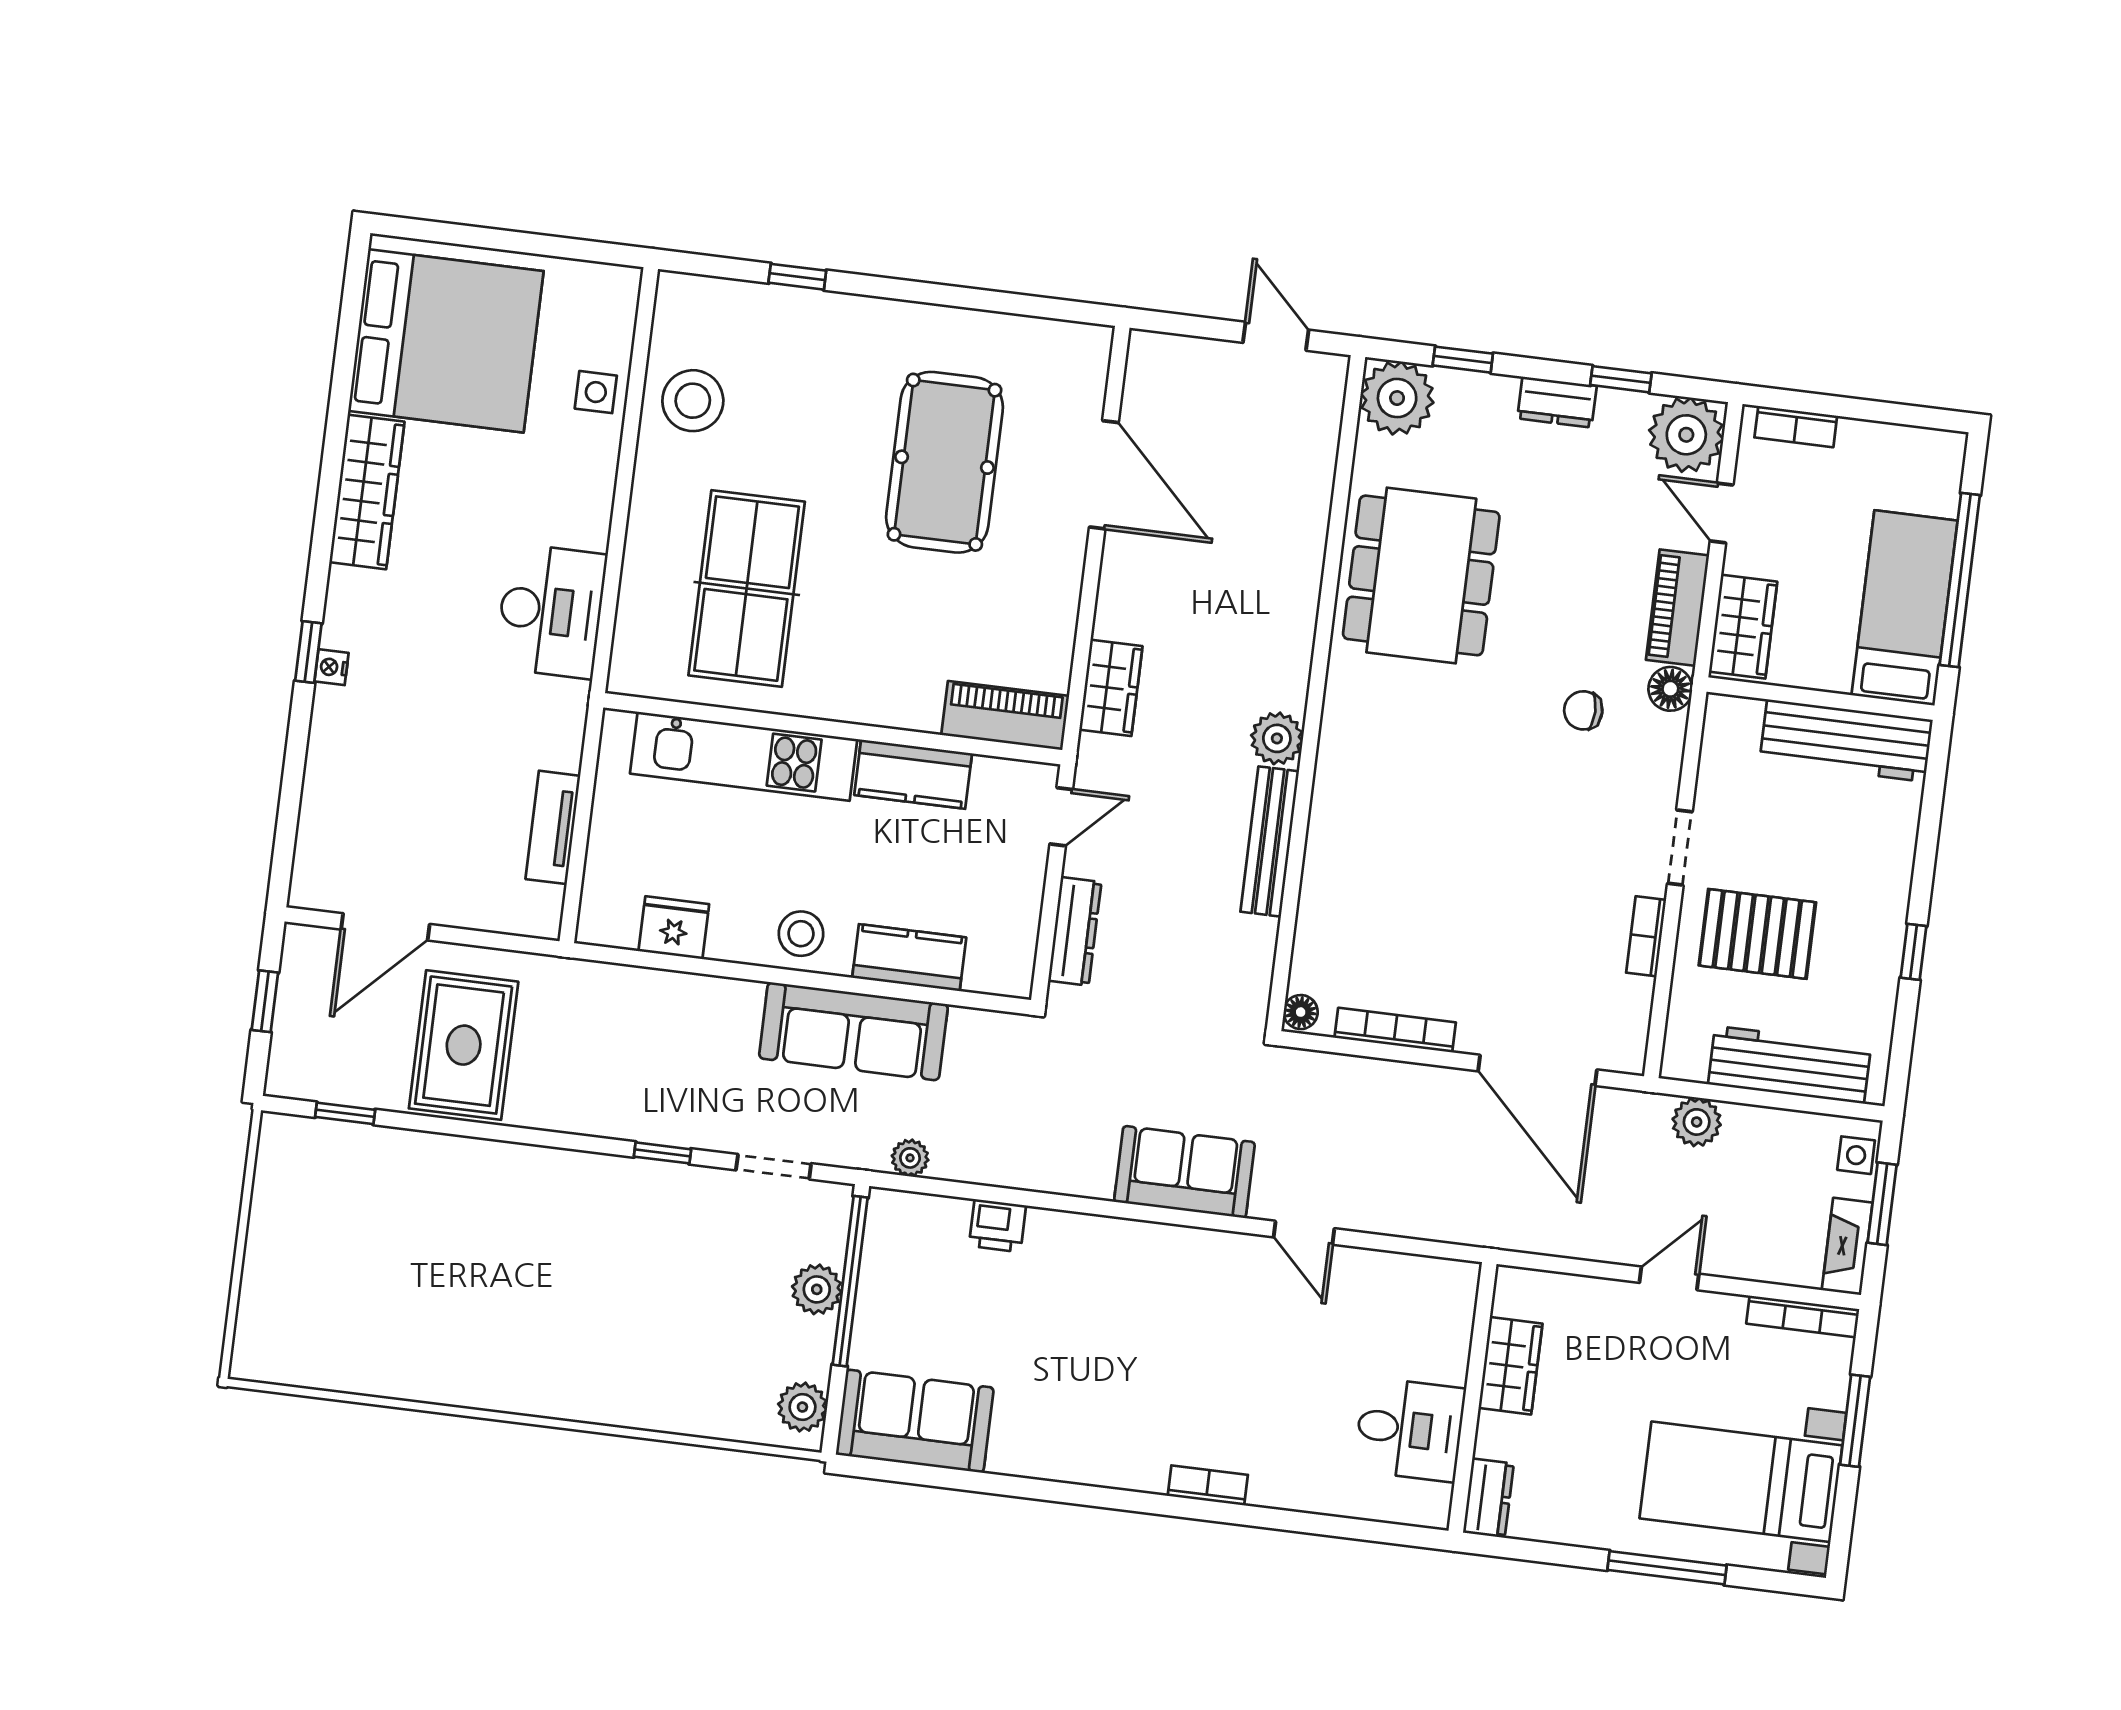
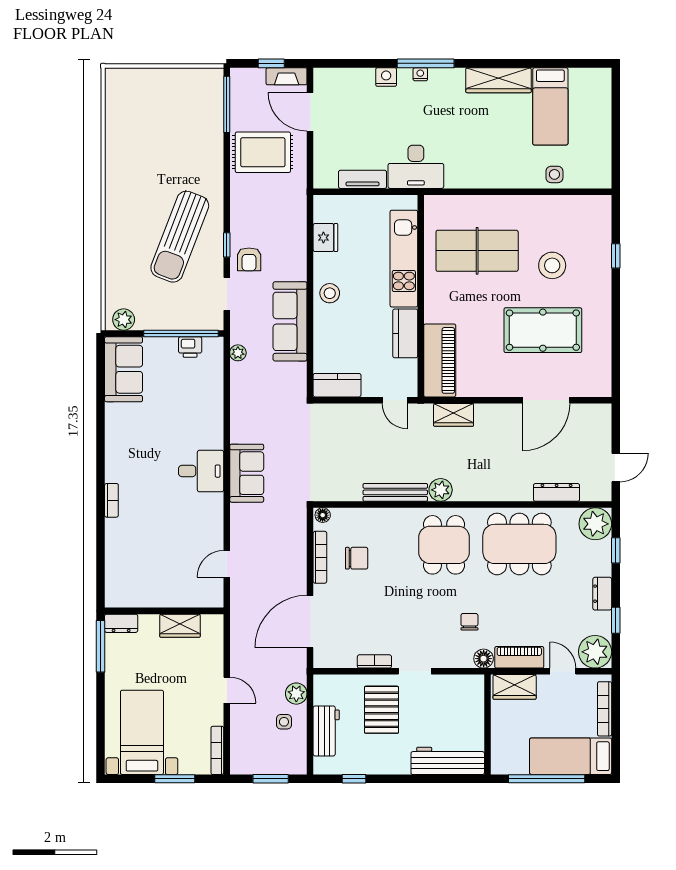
bed: (446, 341) -> (550, 106), width x0.49
stool: (693, 401) -> (552, 265), moved
bookcase: (1796, 427) -> (605, 709), width x1.56
door: (1722, 513) -> (563, 671), hinge flipped
bed: (1904, 608) -> (571, 756), moved, turned 180
desk: (551, 611) -> (416, 167), moved
window: (308, 652) -> (426, 63), width x2.17
piano: (1005, 716) -> (440, 360), width x1.37, depth x1.33
workbench: (1846, 741) -> (448, 761), moved, turned 90
nightstand: (328, 745) -> (386, 77), added
dining table: (1402, 746) -> (444, 545), added
dresser: (1075, 931) -> (557, 492), moved, turned 180
chair: (1408, 948) -> (357, 558), added
window: (1913, 952) -> (354, 779), moved
kitchen counter: (909, 958) -> (337, 385), moved, turned -90
workbench: (1790, 1065) -> (326, 731), width x0.73
armchair: (702, 1106) -> (249, 259), added
window: (345, 1113) -> (227, 104), width x2.17
side table: (1856, 1155) -> (284, 722), moved
printer: (997, 1226) -> (190, 347), moved, turned -90
door: (1304, 1233) -> (227, 564), moved
fireplace: (1847, 1246) -> (287, 76), moved, turned 180
sun lounger: (631, 1257) -> (180, 237), added
plant: (817, 1289) -> (176, 319), removed
desk: (1410, 1430) -> (201, 471), moved, turned -90
window: (1667, 1568) -> (100, 646), moved

